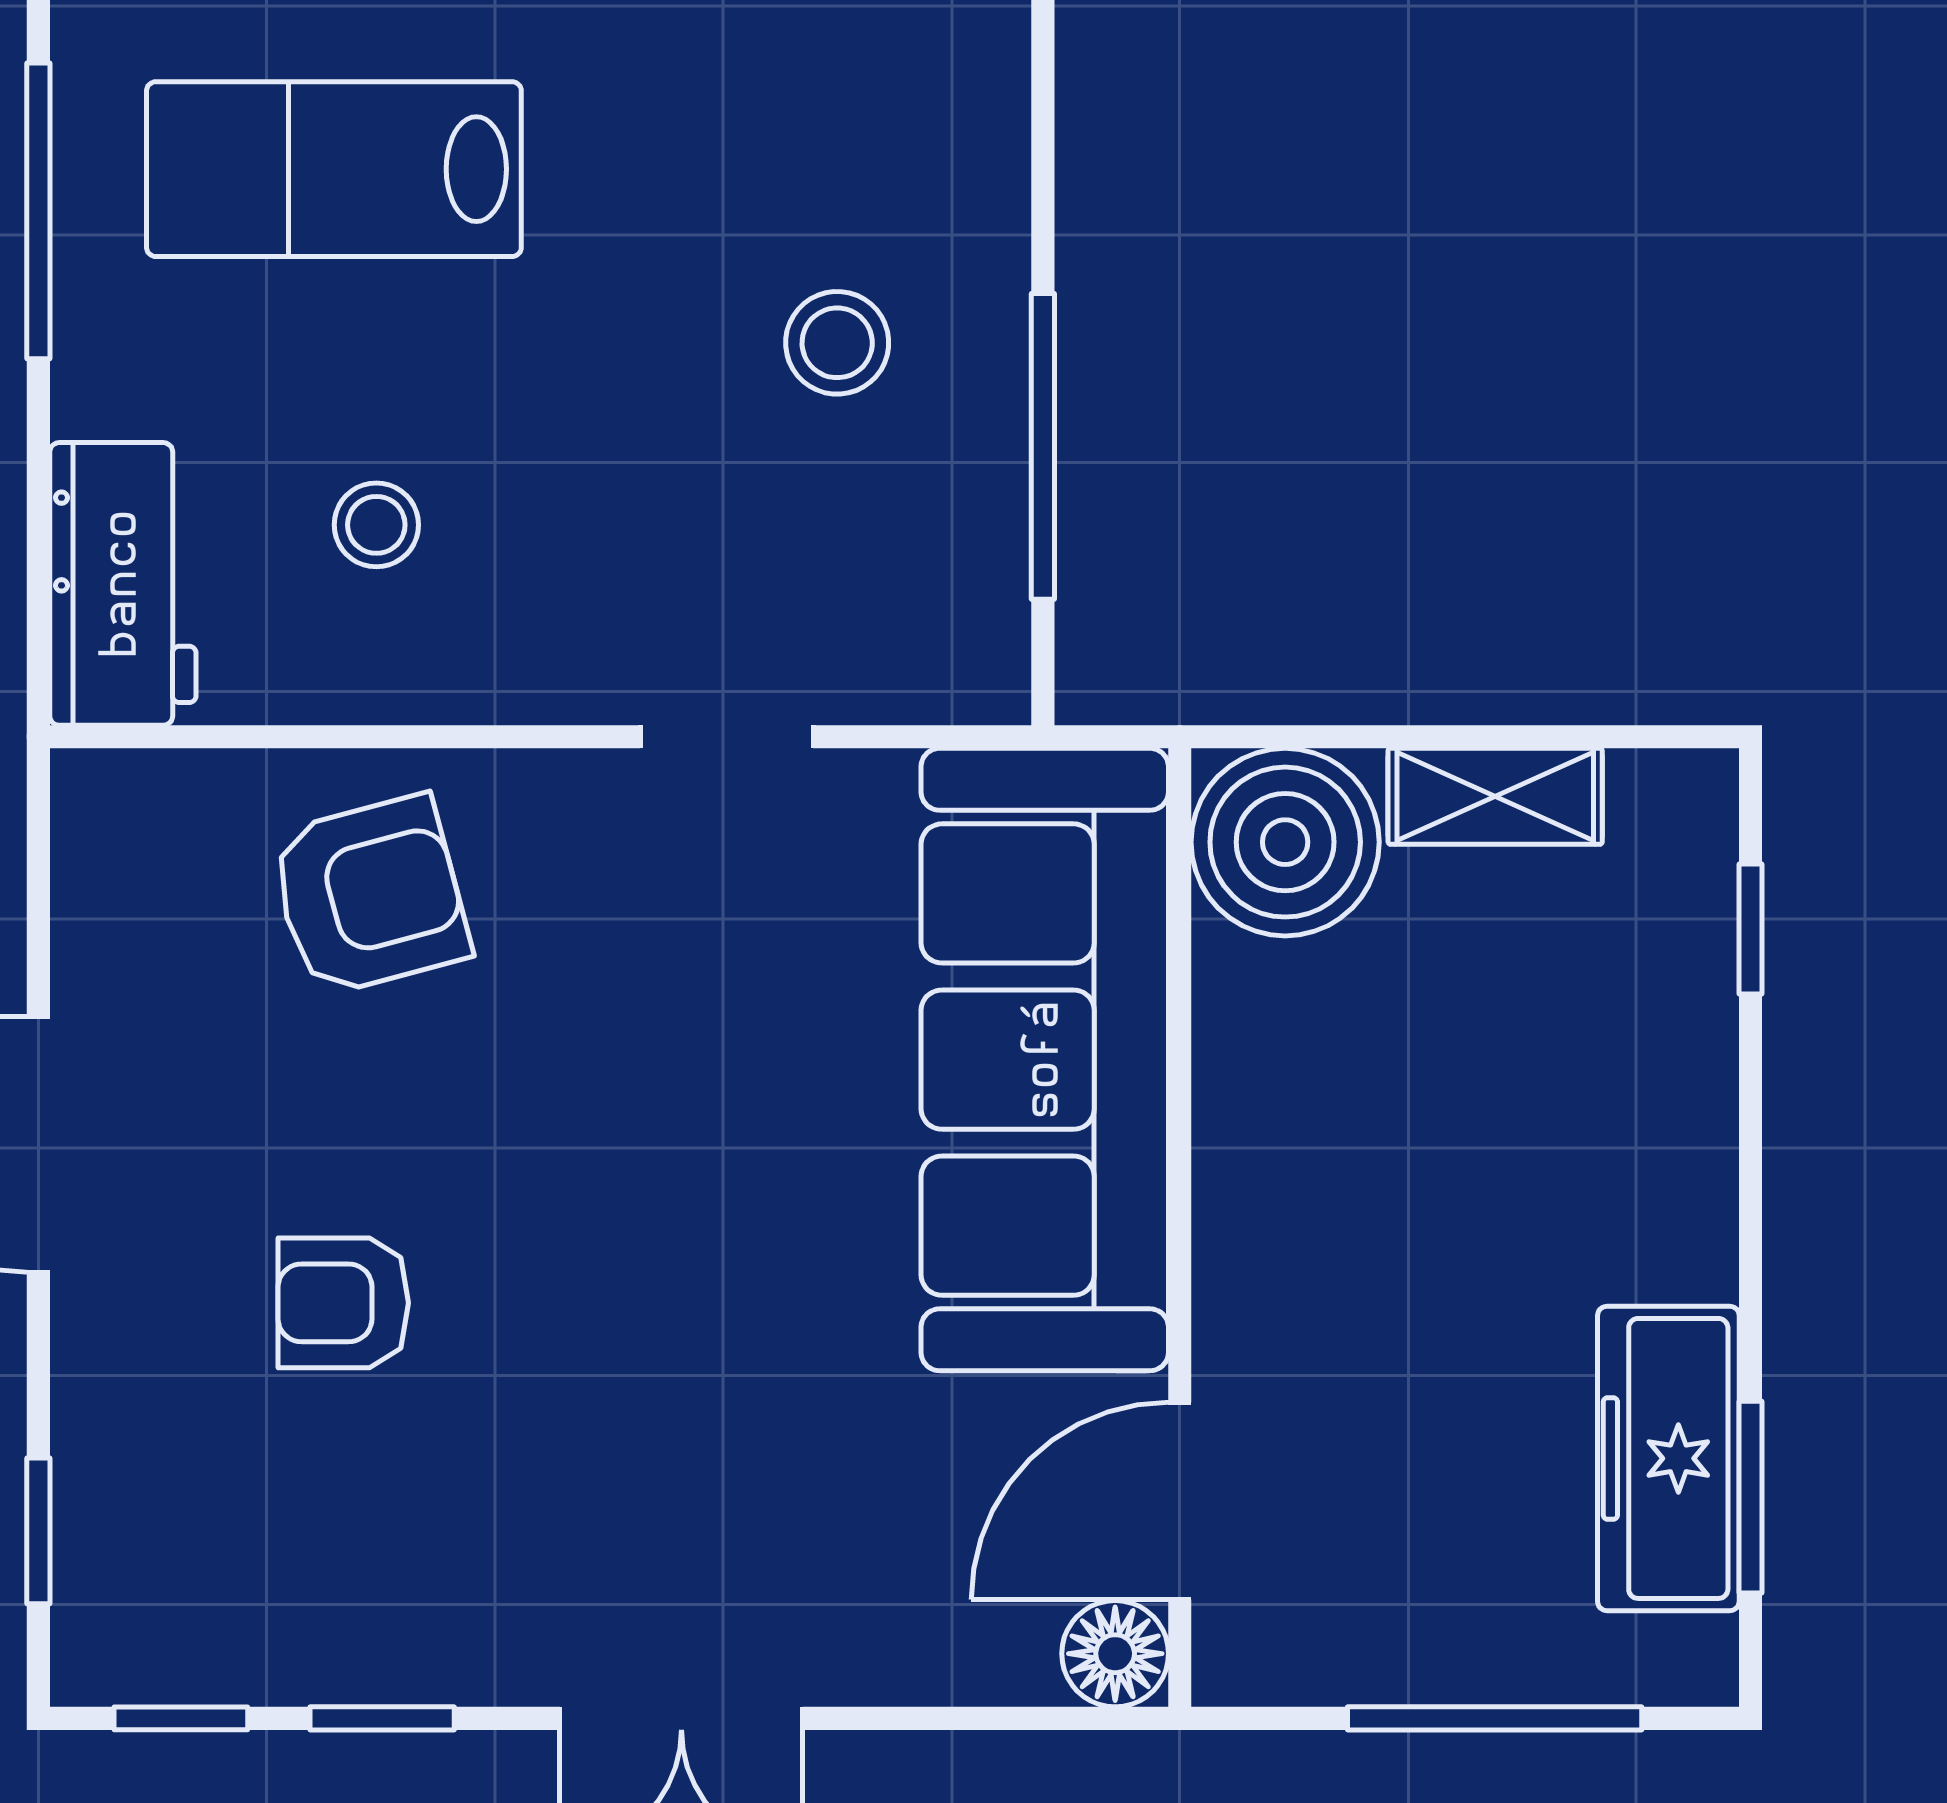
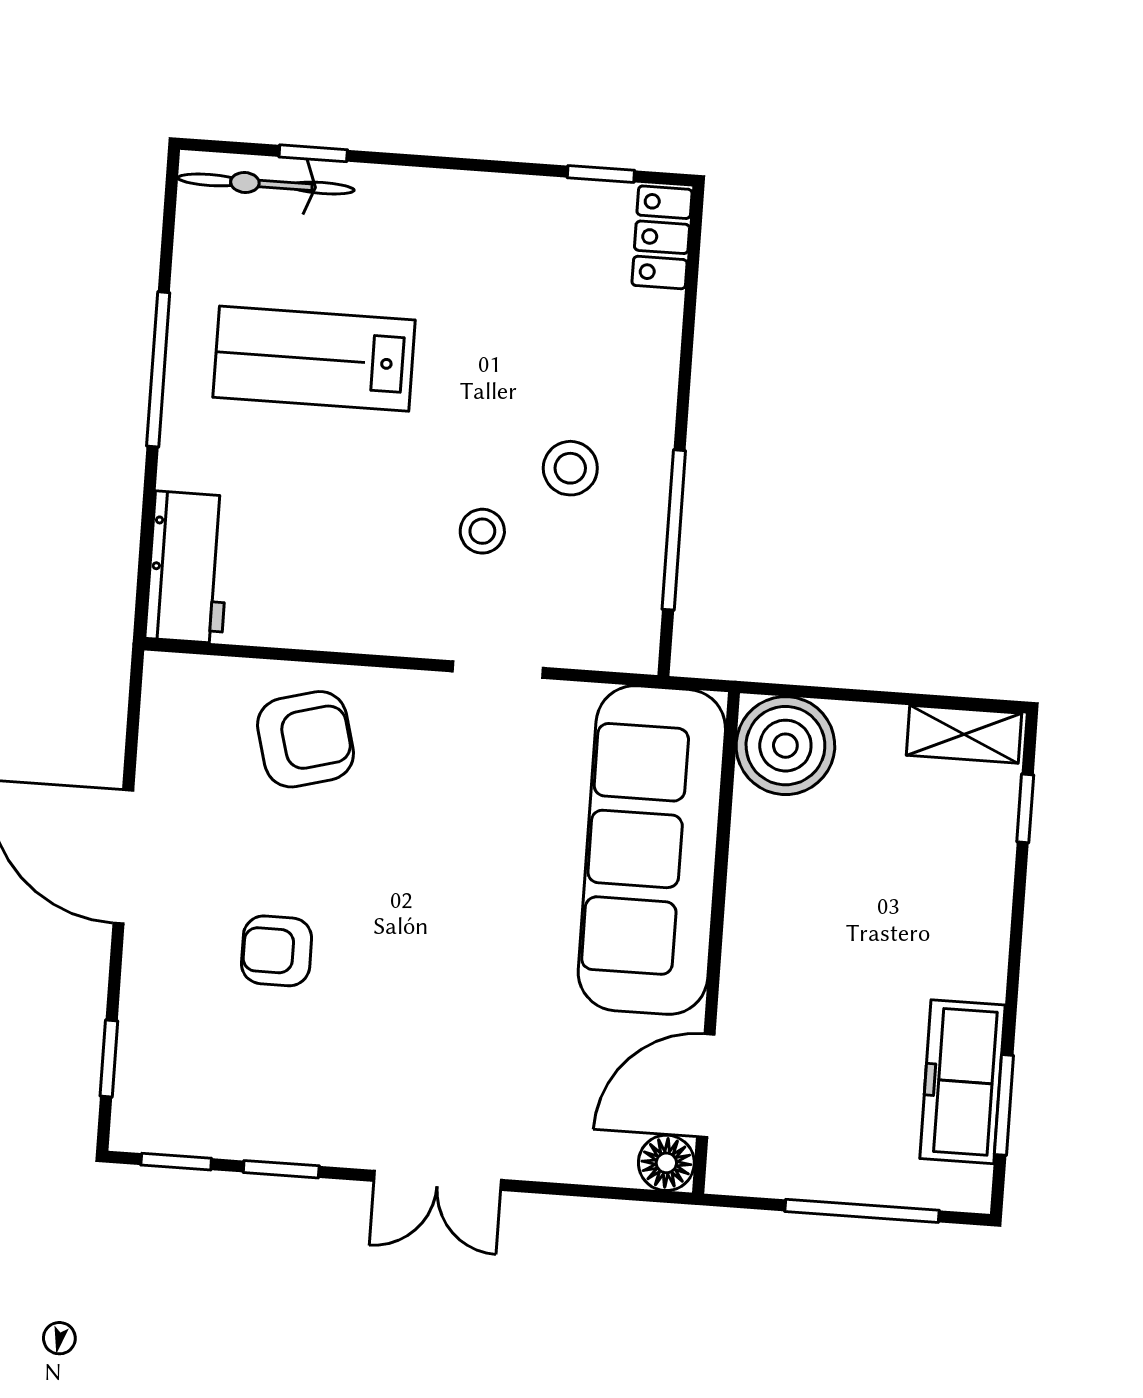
stool: (376, 525) -> (482, 531), moved
shelving: (1495, 796) -> (964, 734), moved

